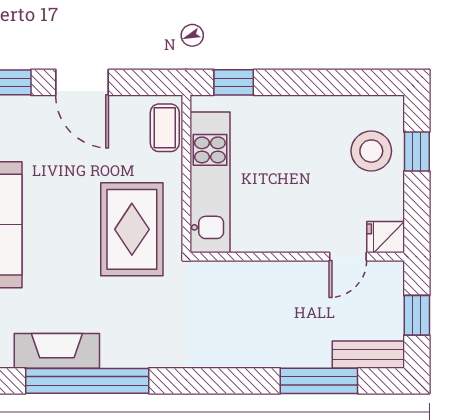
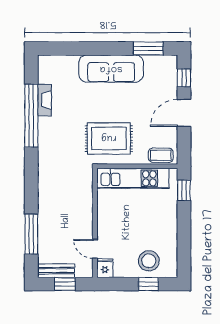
fireplace: (57, 351) -> (44, 100), width x0.73, depth x0.76
bench: (368, 355) -> (56, 271), moved, turned 90

